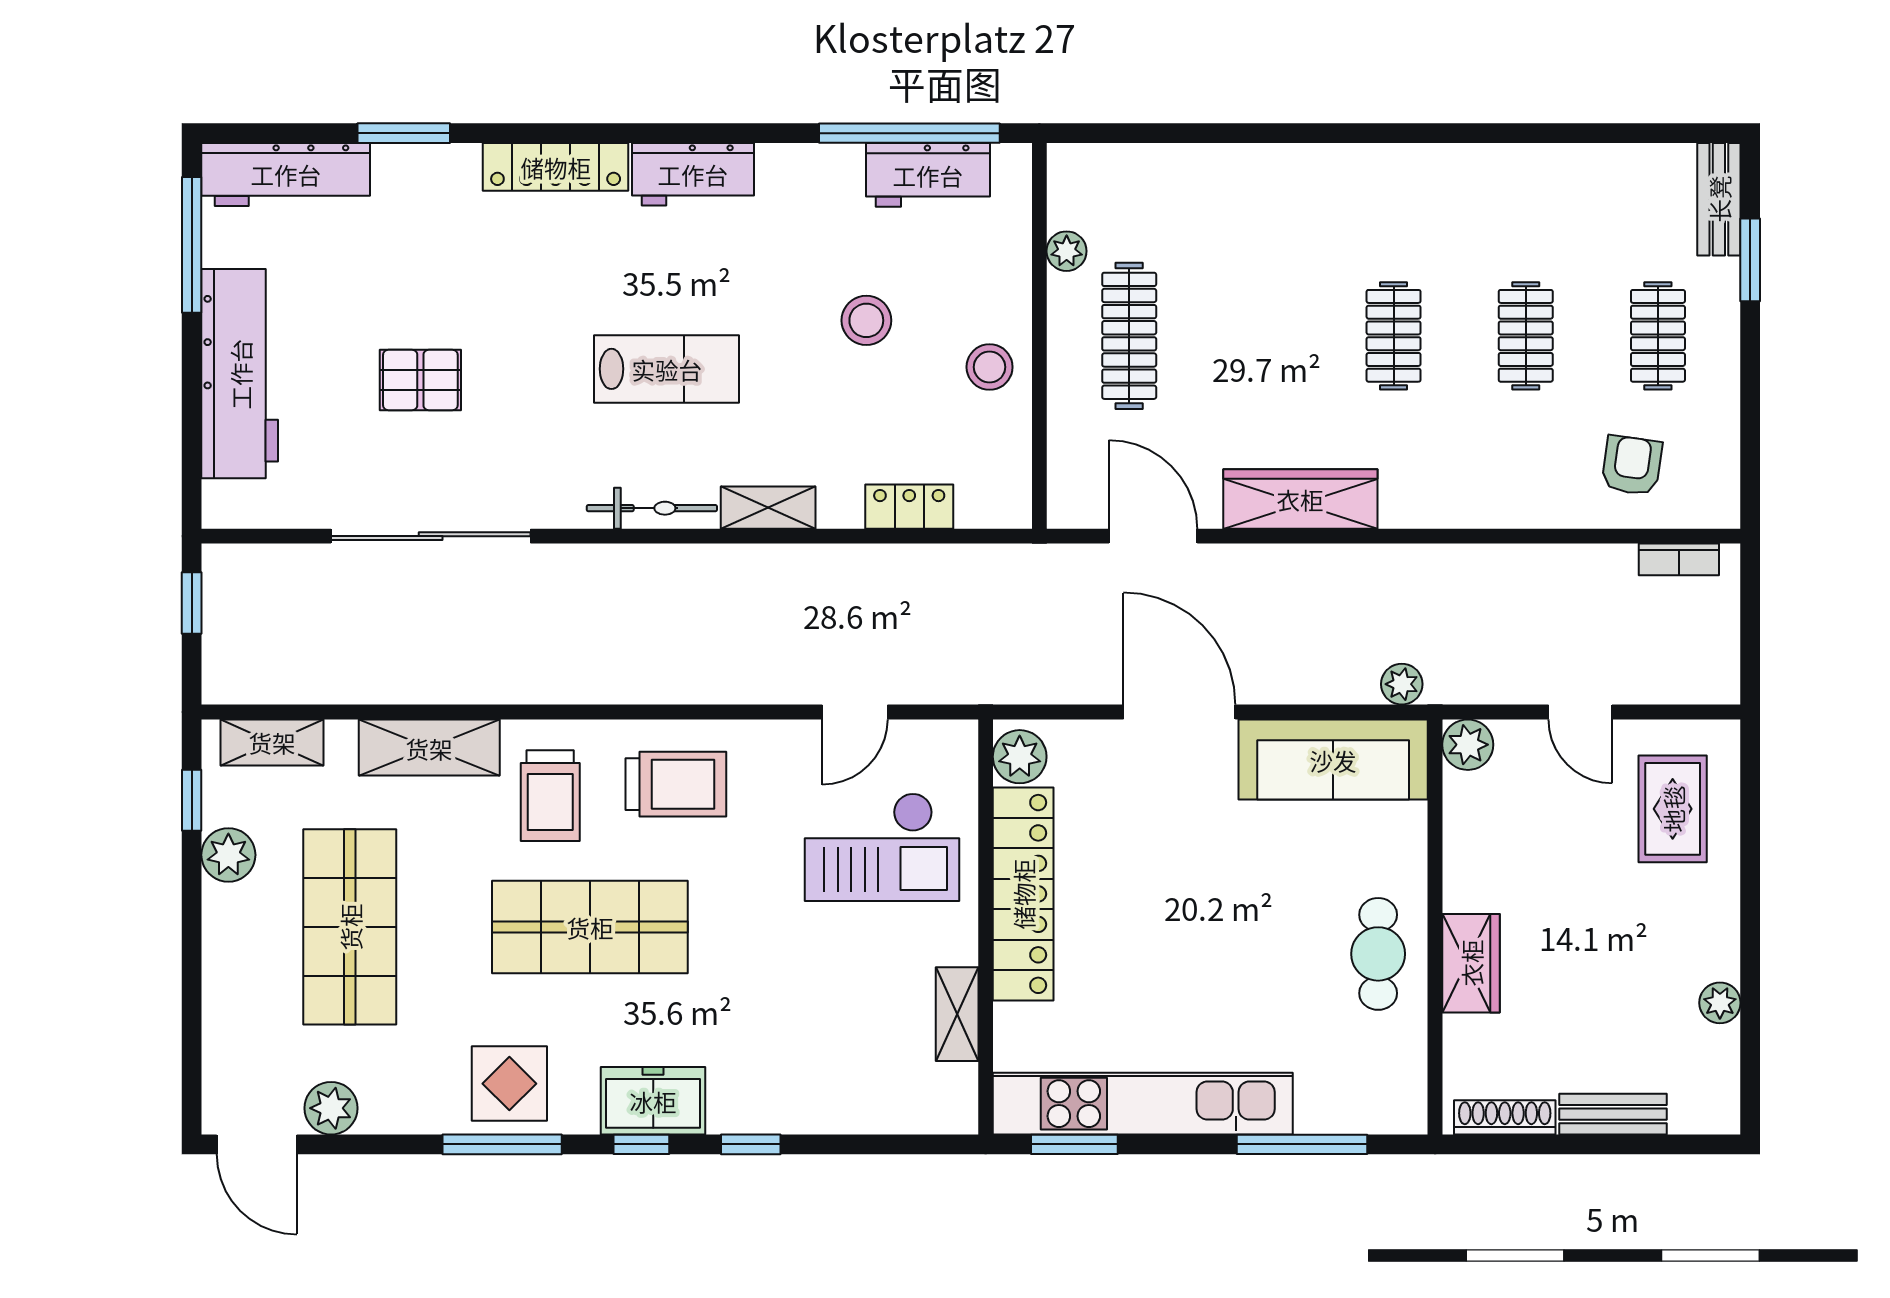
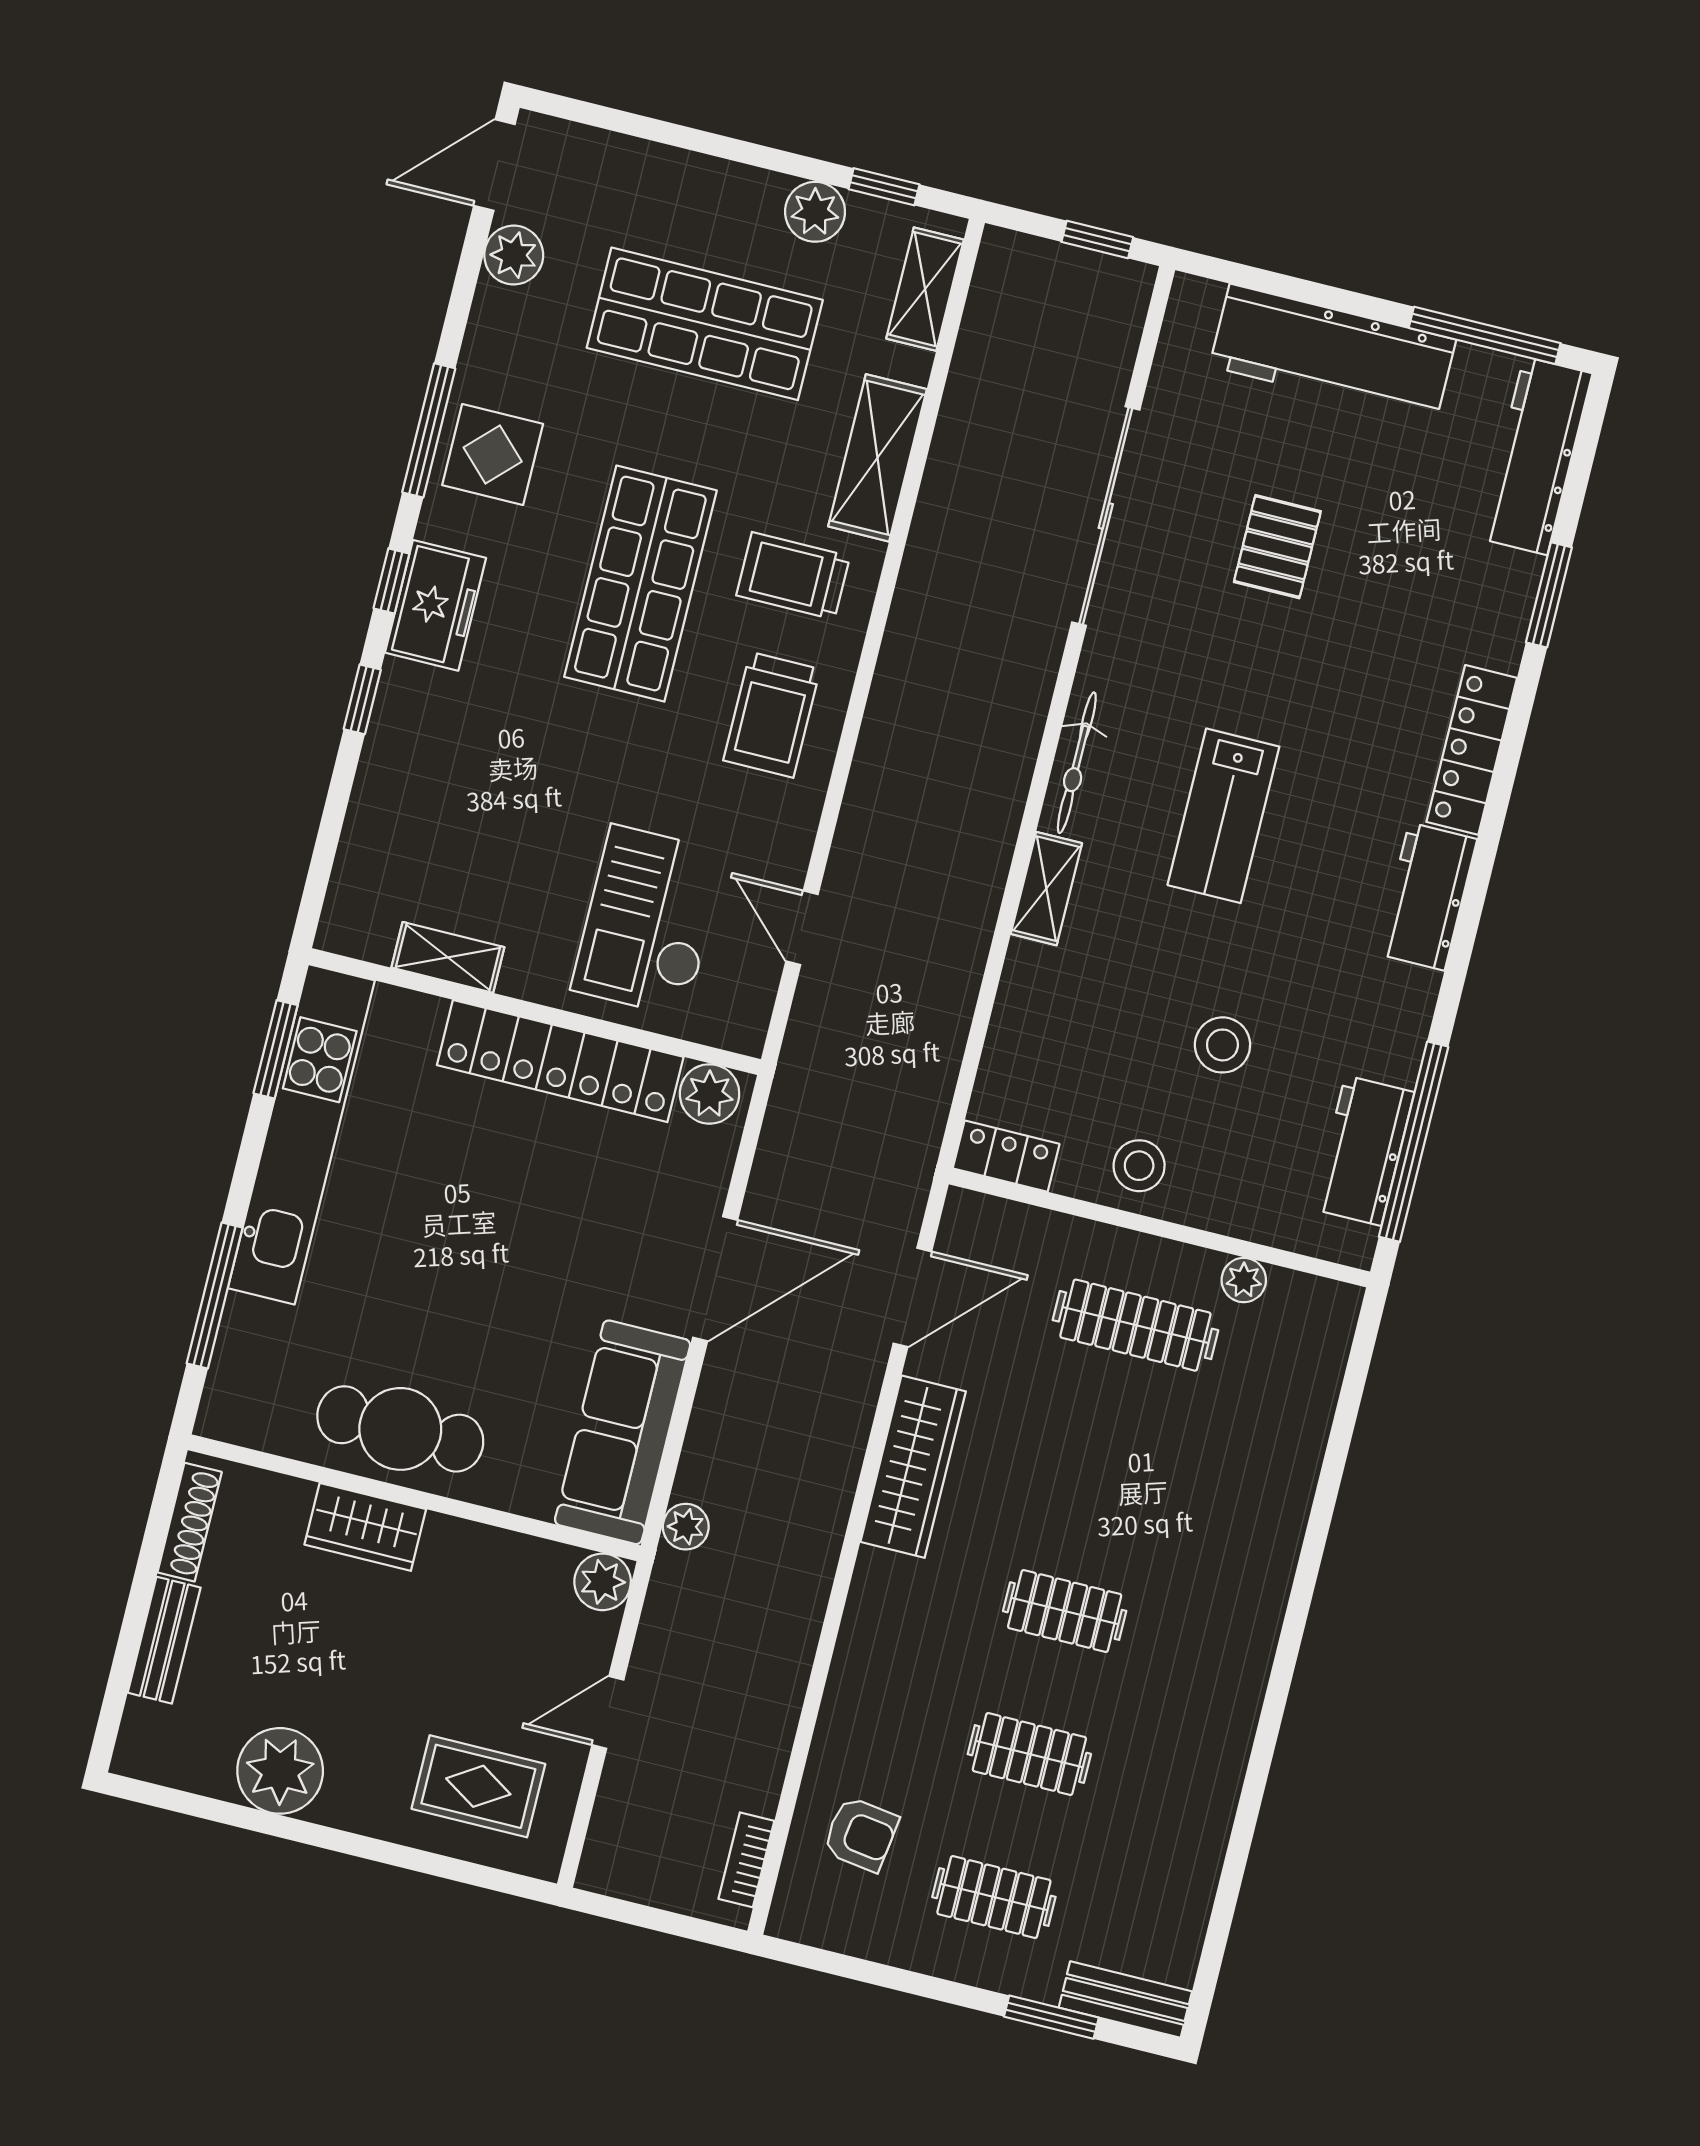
locker: (909, 507) -> (1006, 1156), moved, turned -90
cafe table: (1378, 954) -> (400, 1429), width x1.37, depth x1.35
plant: (1720, 1003) -> (280, 1771), width x1.88, depth x1.88

